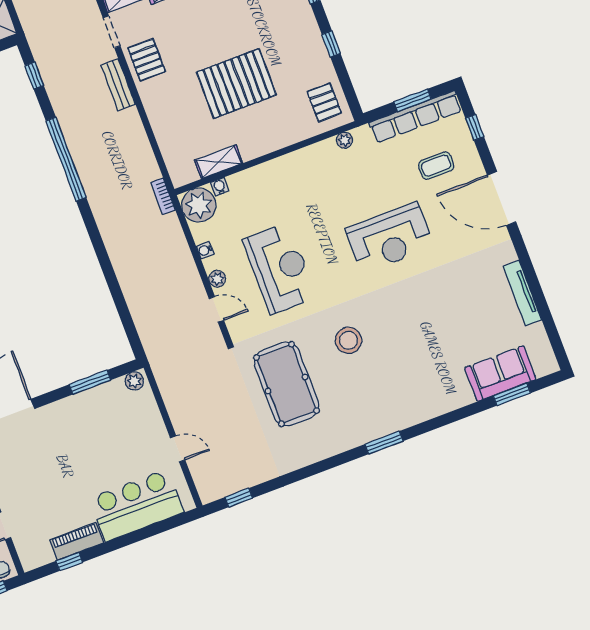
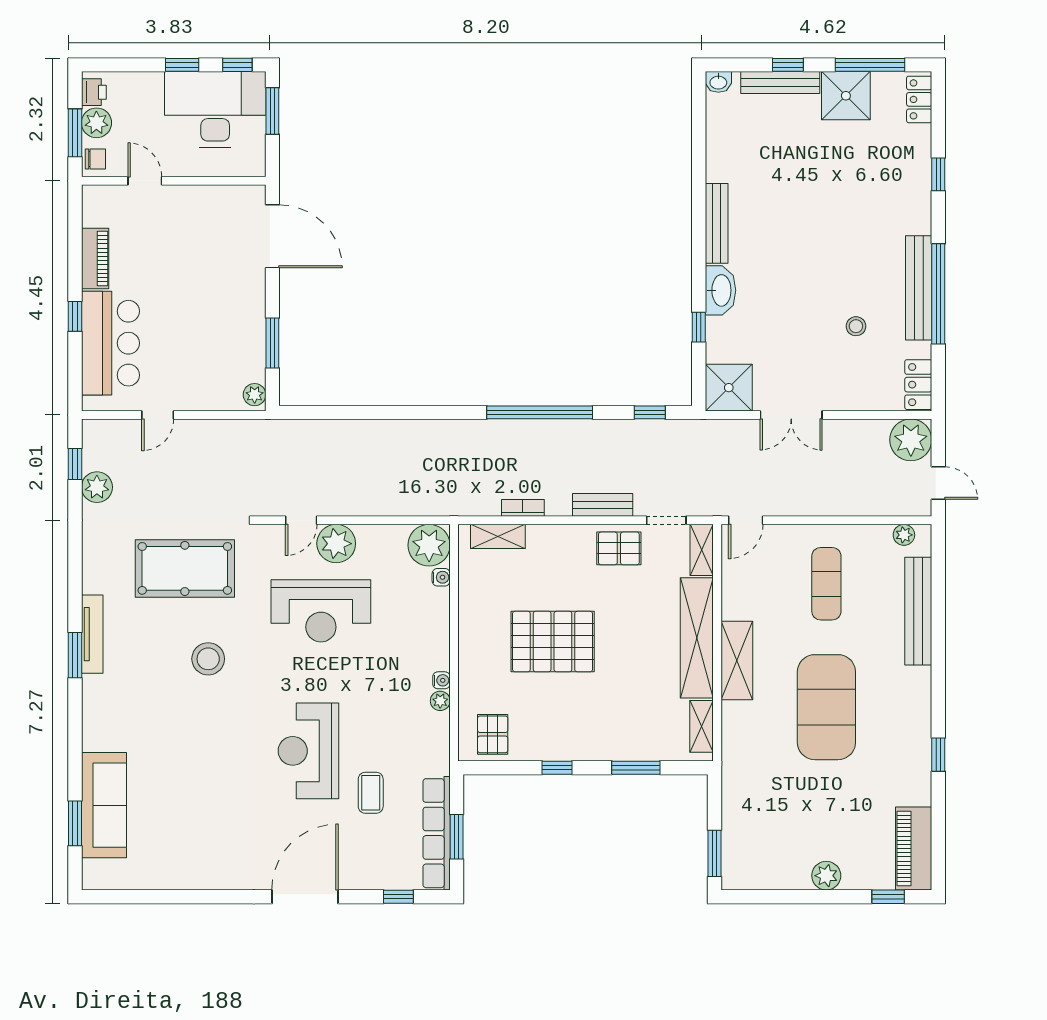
pallet: (236, 84) -> (553, 642), turned 90
pallet: (324, 102) -> (493, 734), turned 90
plant: (345, 140) -> (440, 701), moved
shelving: (219, 162) -> (498, 536), moved, turned 90
coffee table: (436, 166) -> (371, 793), moved
bookcase: (163, 196) -> (523, 508), moved
water cooler: (205, 250) -> (441, 680), moved, turned 90
plant: (217, 279) -> (336, 544), width x1.87, depth x1.87
tv unit: (522, 293) -> (92, 634), moved, turned 90
sofa: (500, 374) -> (104, 805), width x1.36
plant: (250, 474) -> (97, 487), added
window: (69, 562) -> (75, 316), moved

